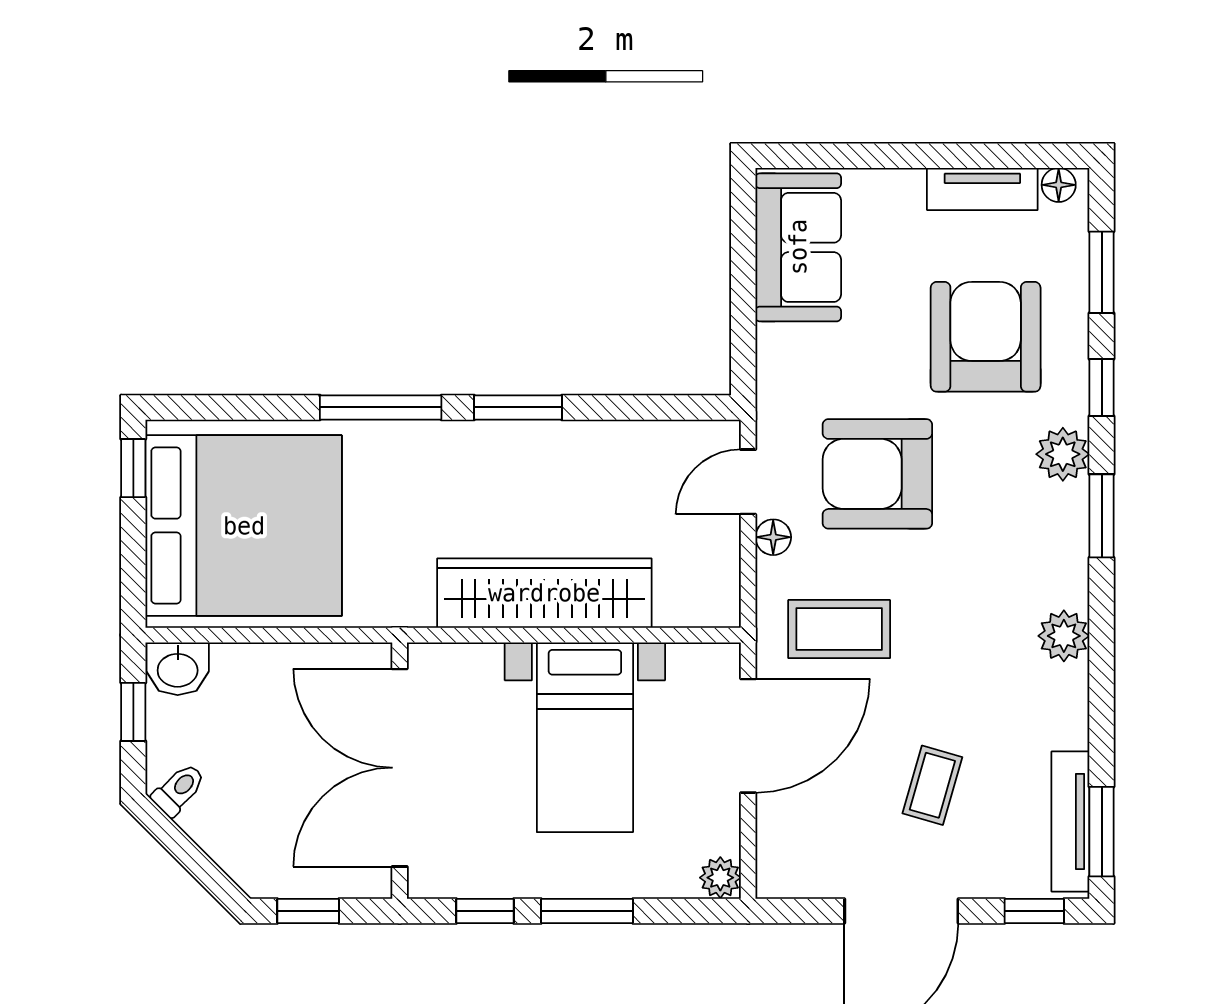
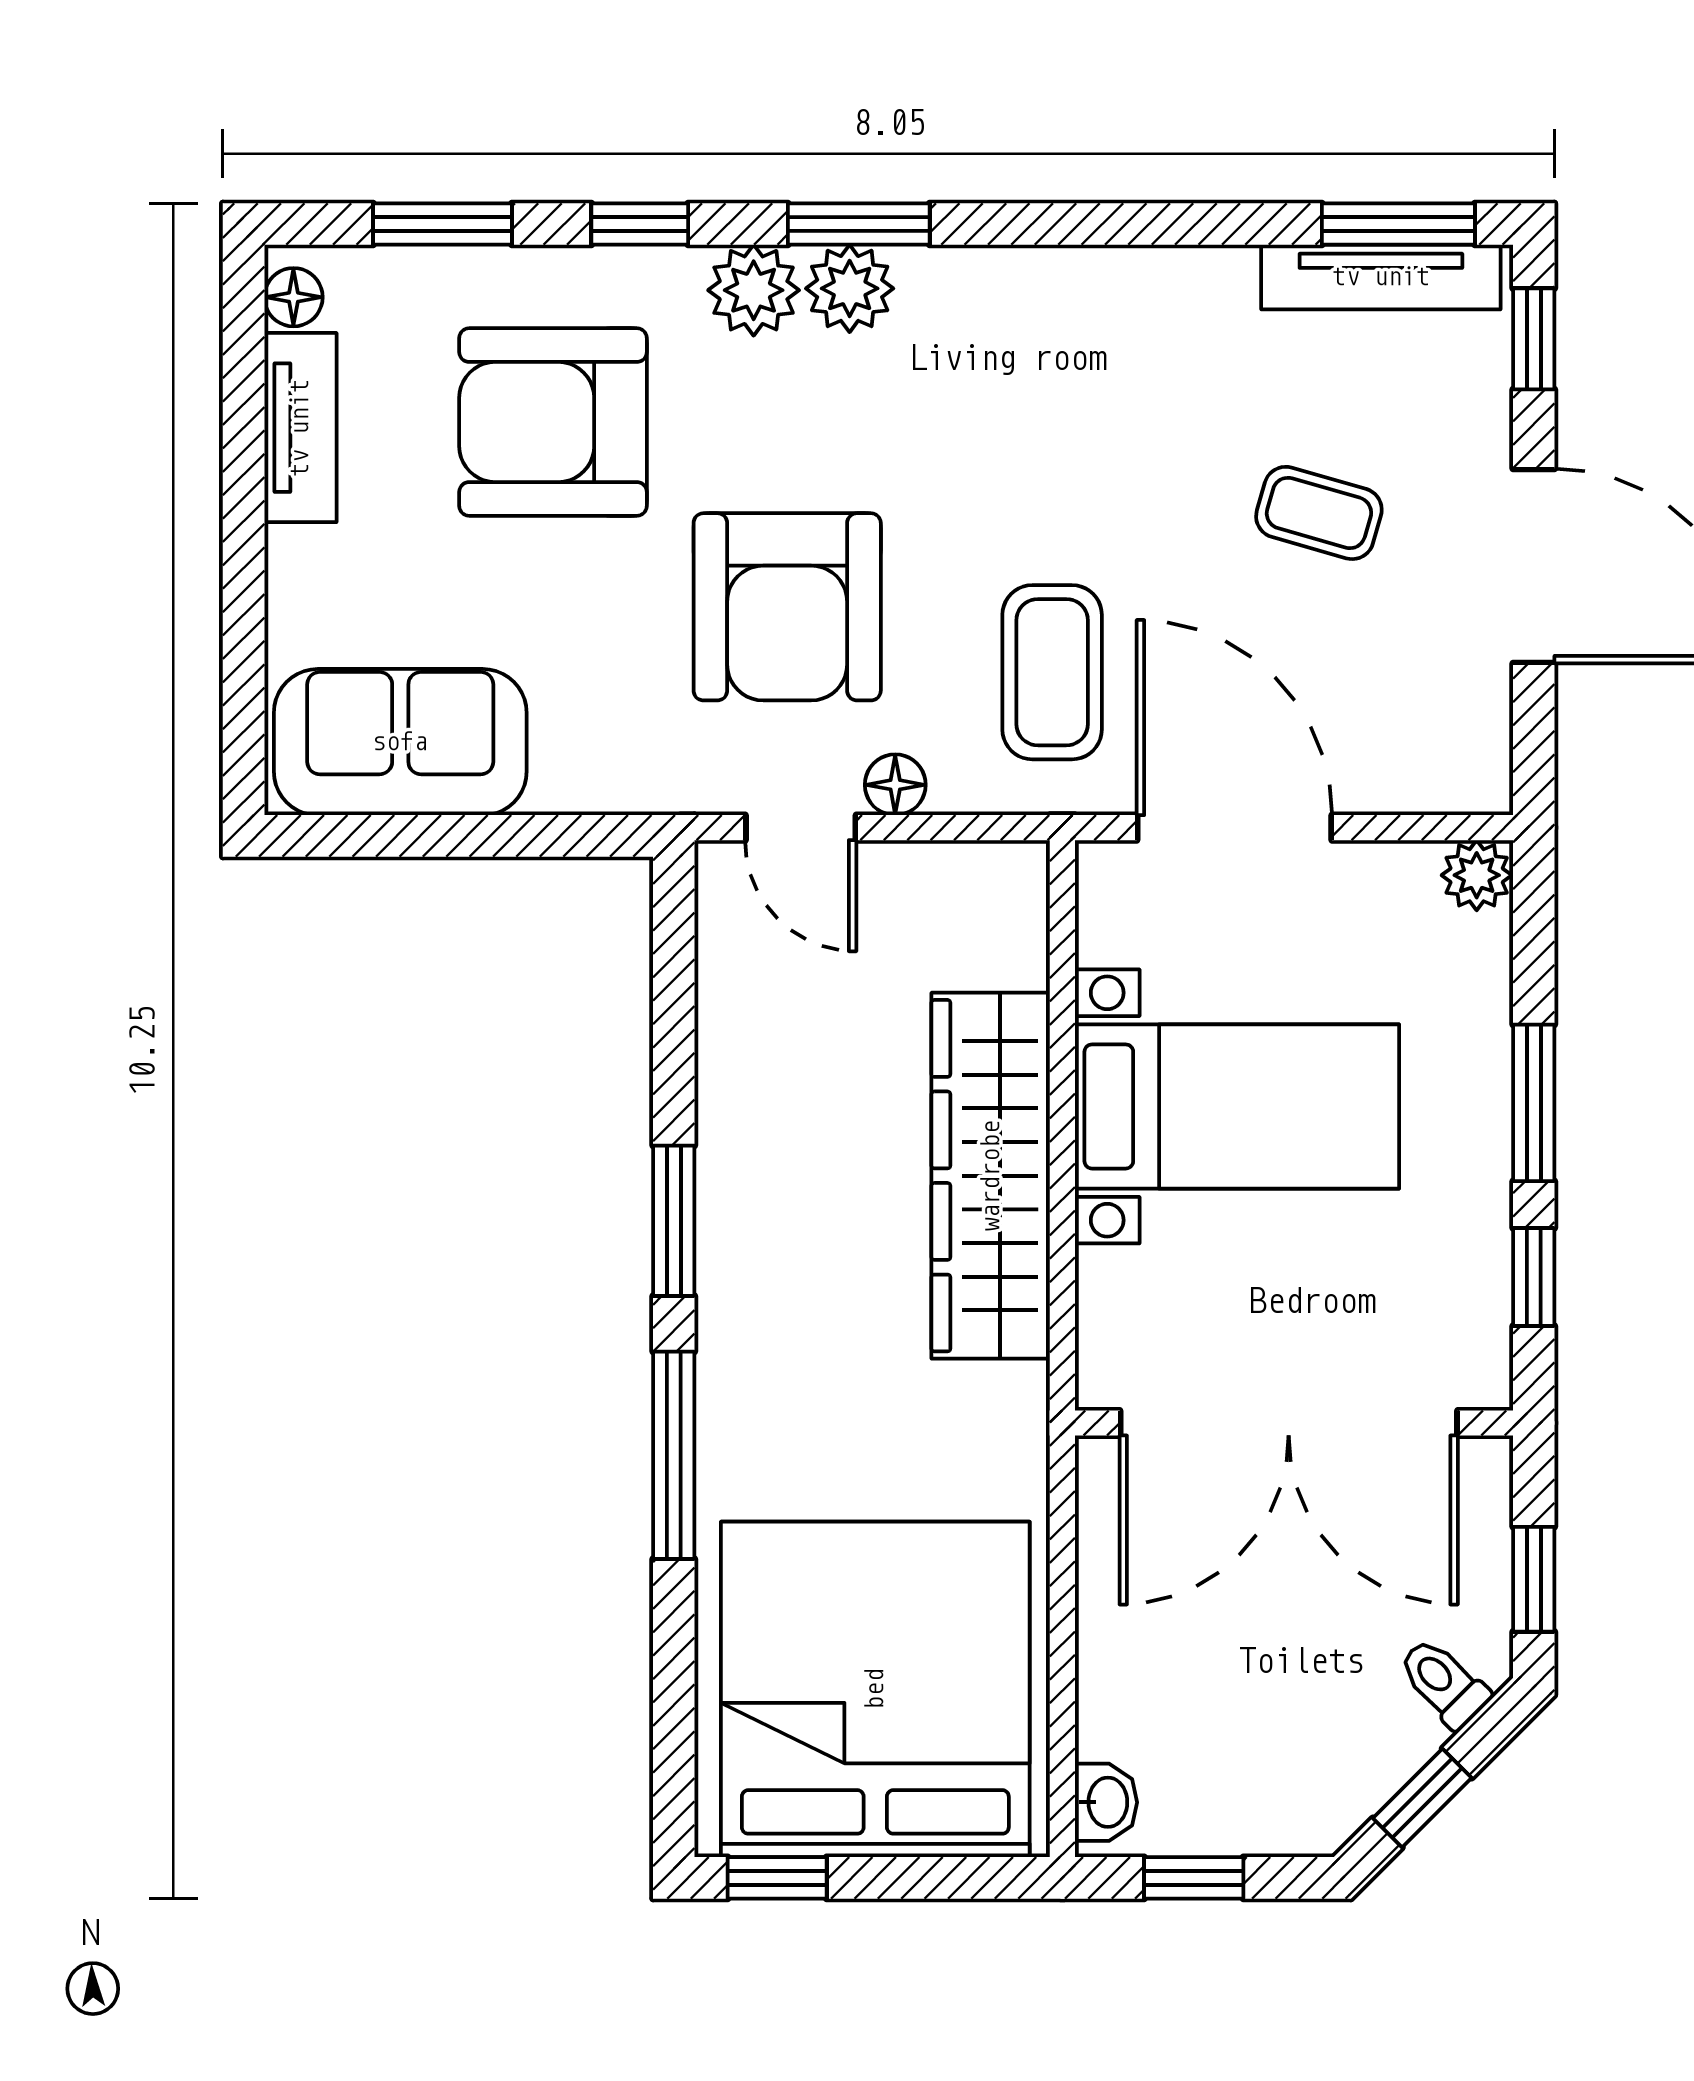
plant: (1064, 636) -> (850, 288), moved
washbasin: (178, 669) -> (1106, 1802), width x0.72, depth x0.69
toilet: (179, 790) -> (1444, 1683), moved
window: (180, 846) -> (1422, 1798), added

